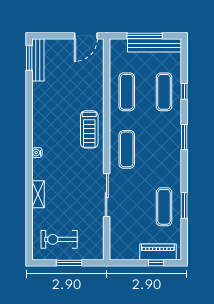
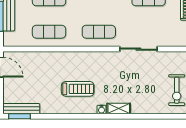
treadmill: (89, 129) -> (78, 89), moved
shelving: (38, 194) -> (119, 108), moved

